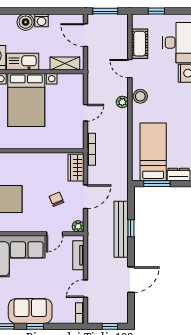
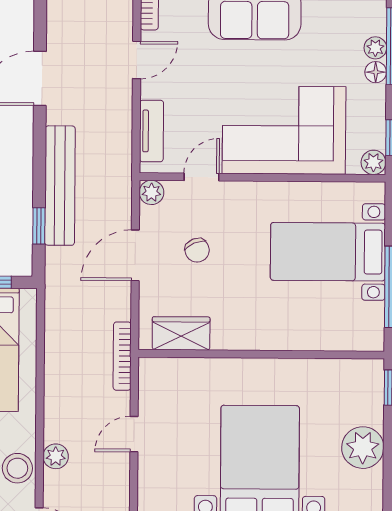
wardrobe: (76, 168) -> (181, 333), moved, turned -90
window: (131, 228) -> (39, 226), moved

